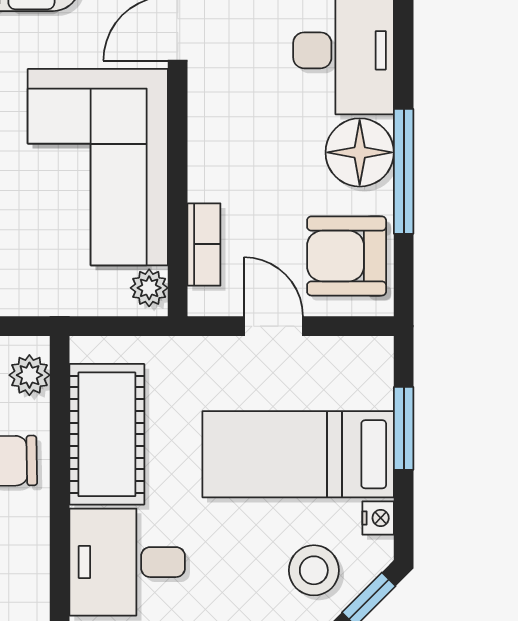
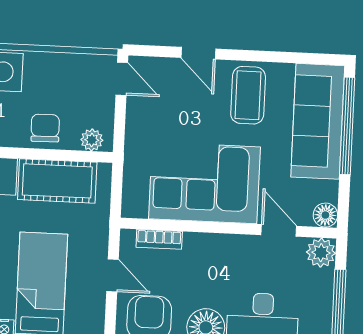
plant: (149, 288) -> (137, 208), removed
door: (273, 326) -> (112, 275), hinge flipped

